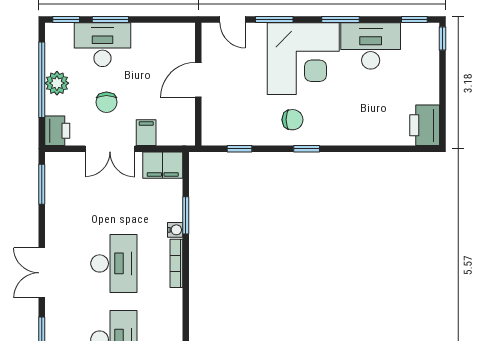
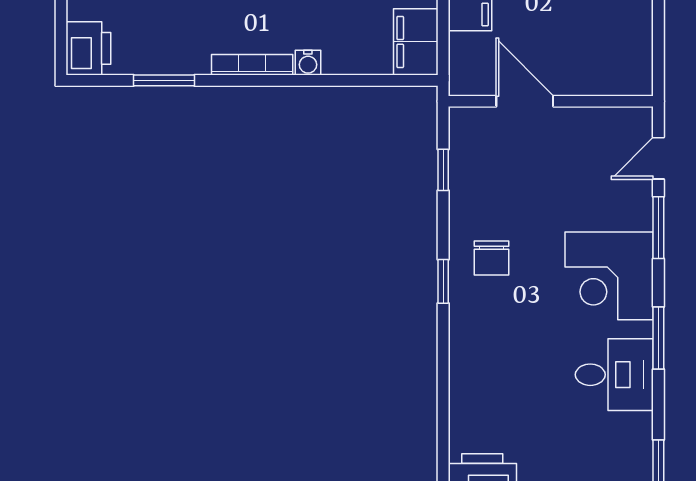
desk: (371, 46) -> (614, 375), width x0.73
corner desk: (303, 59) -> (609, 276), width x0.74, depth x0.74
door: (198, 80) -> (525, 101), moved
window: (186, 215) -> (164, 80), moved

